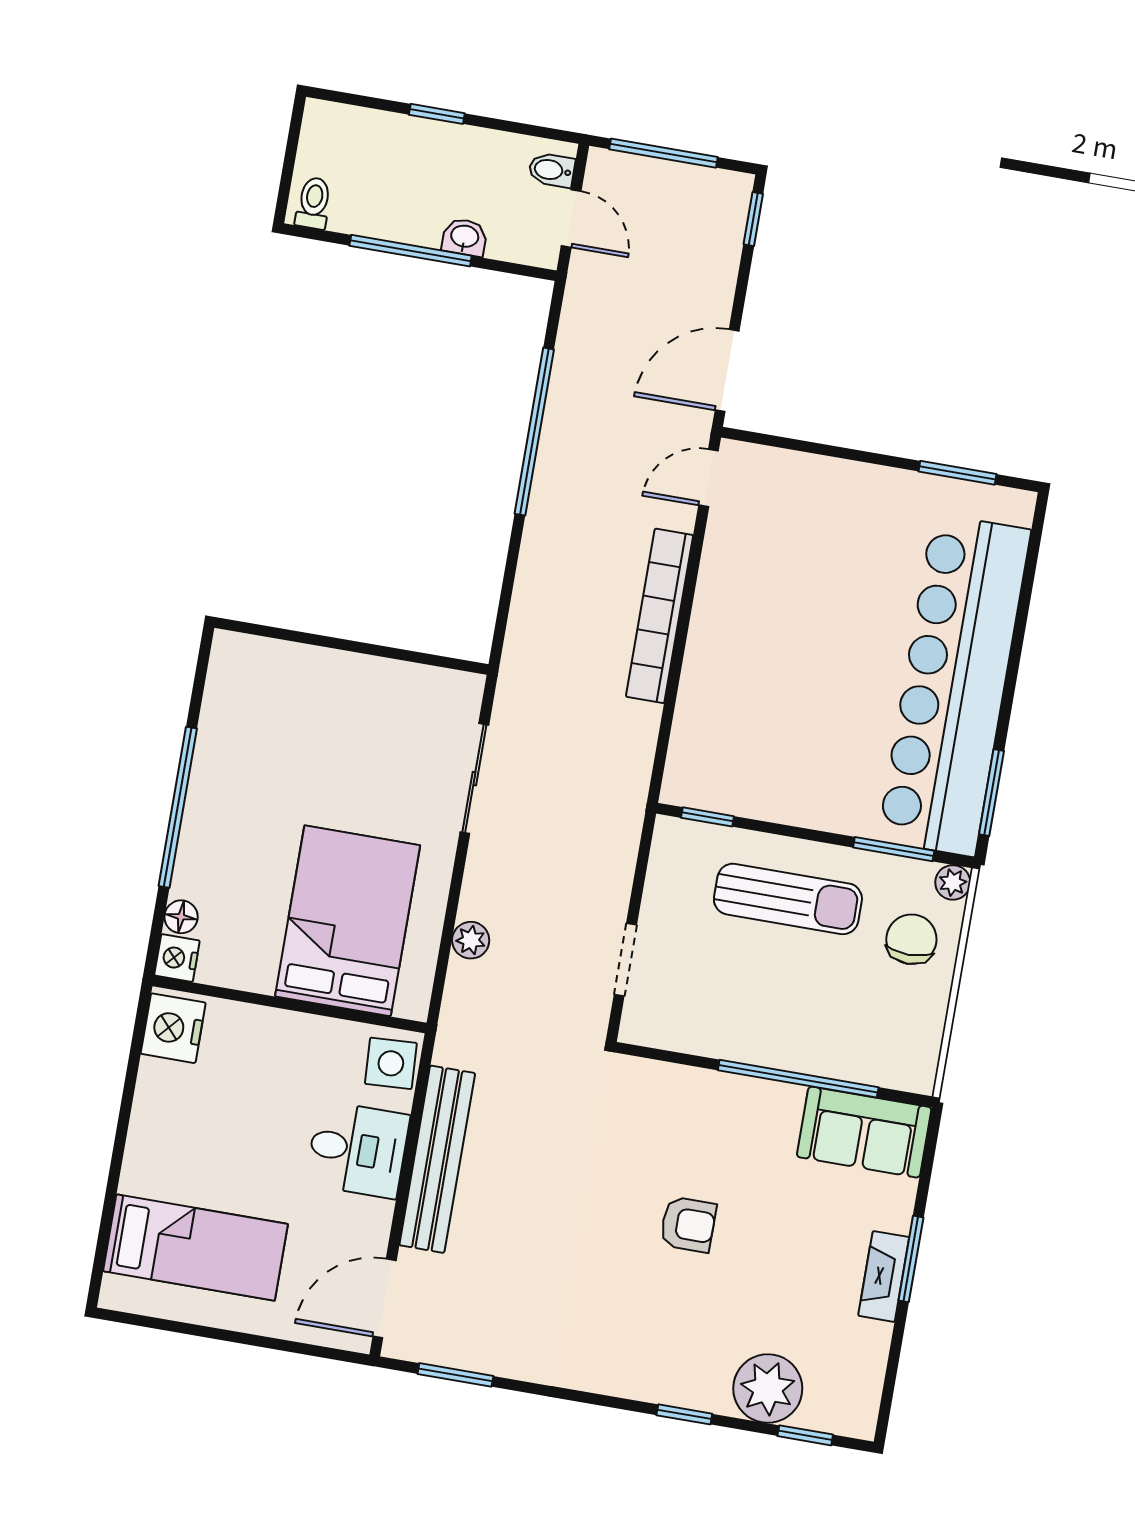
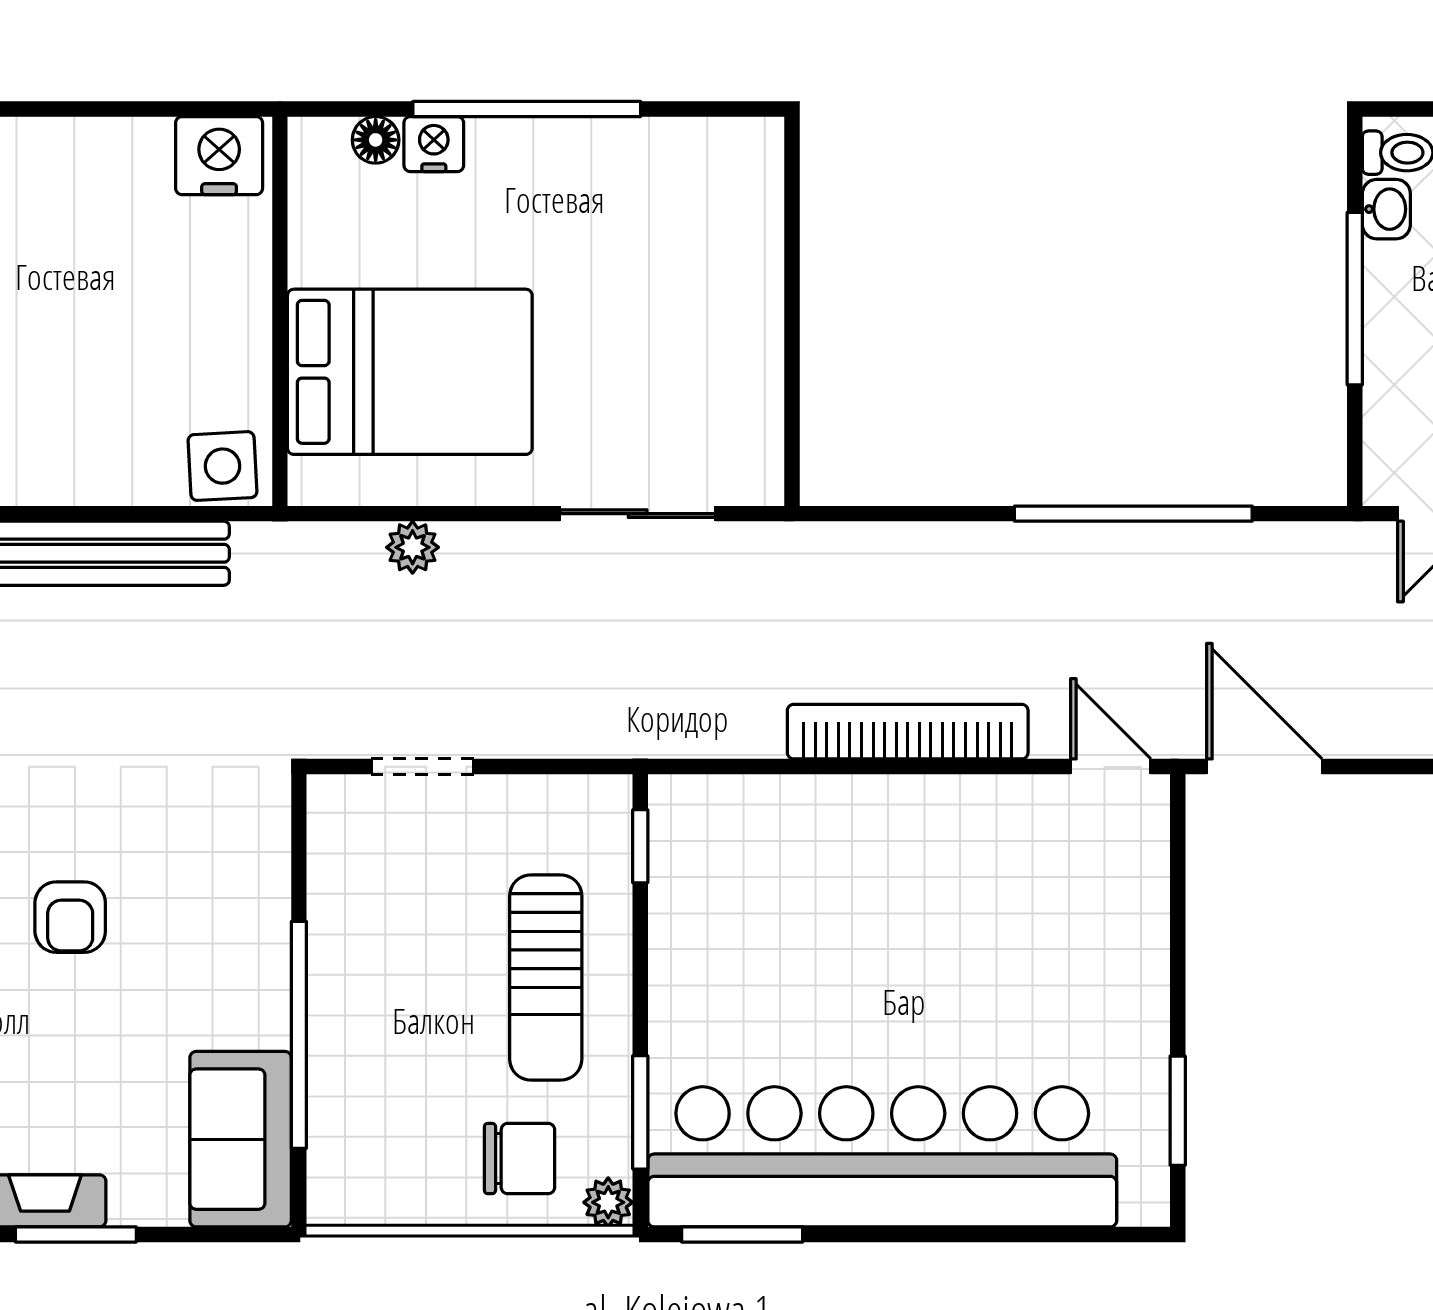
washbasin: (465, 237) -> (1386, 209), moved
nightstand: (177, 958) -> (434, 144), moved
desk: (358, 1150) -> (95, 441), removed

